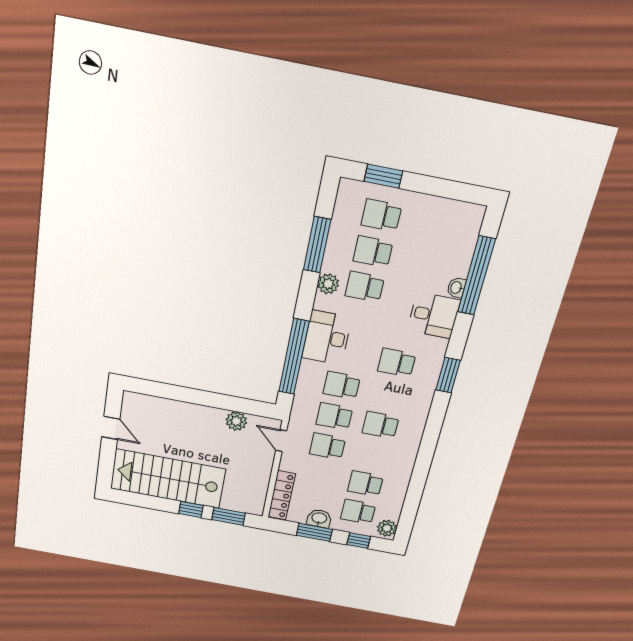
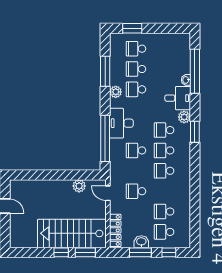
school desk: (334, 416) -> (164, 150), moved
stairs: (168, 479) -> (72, 233), moved
plant: (387, 528) -> (184, 117), moved

